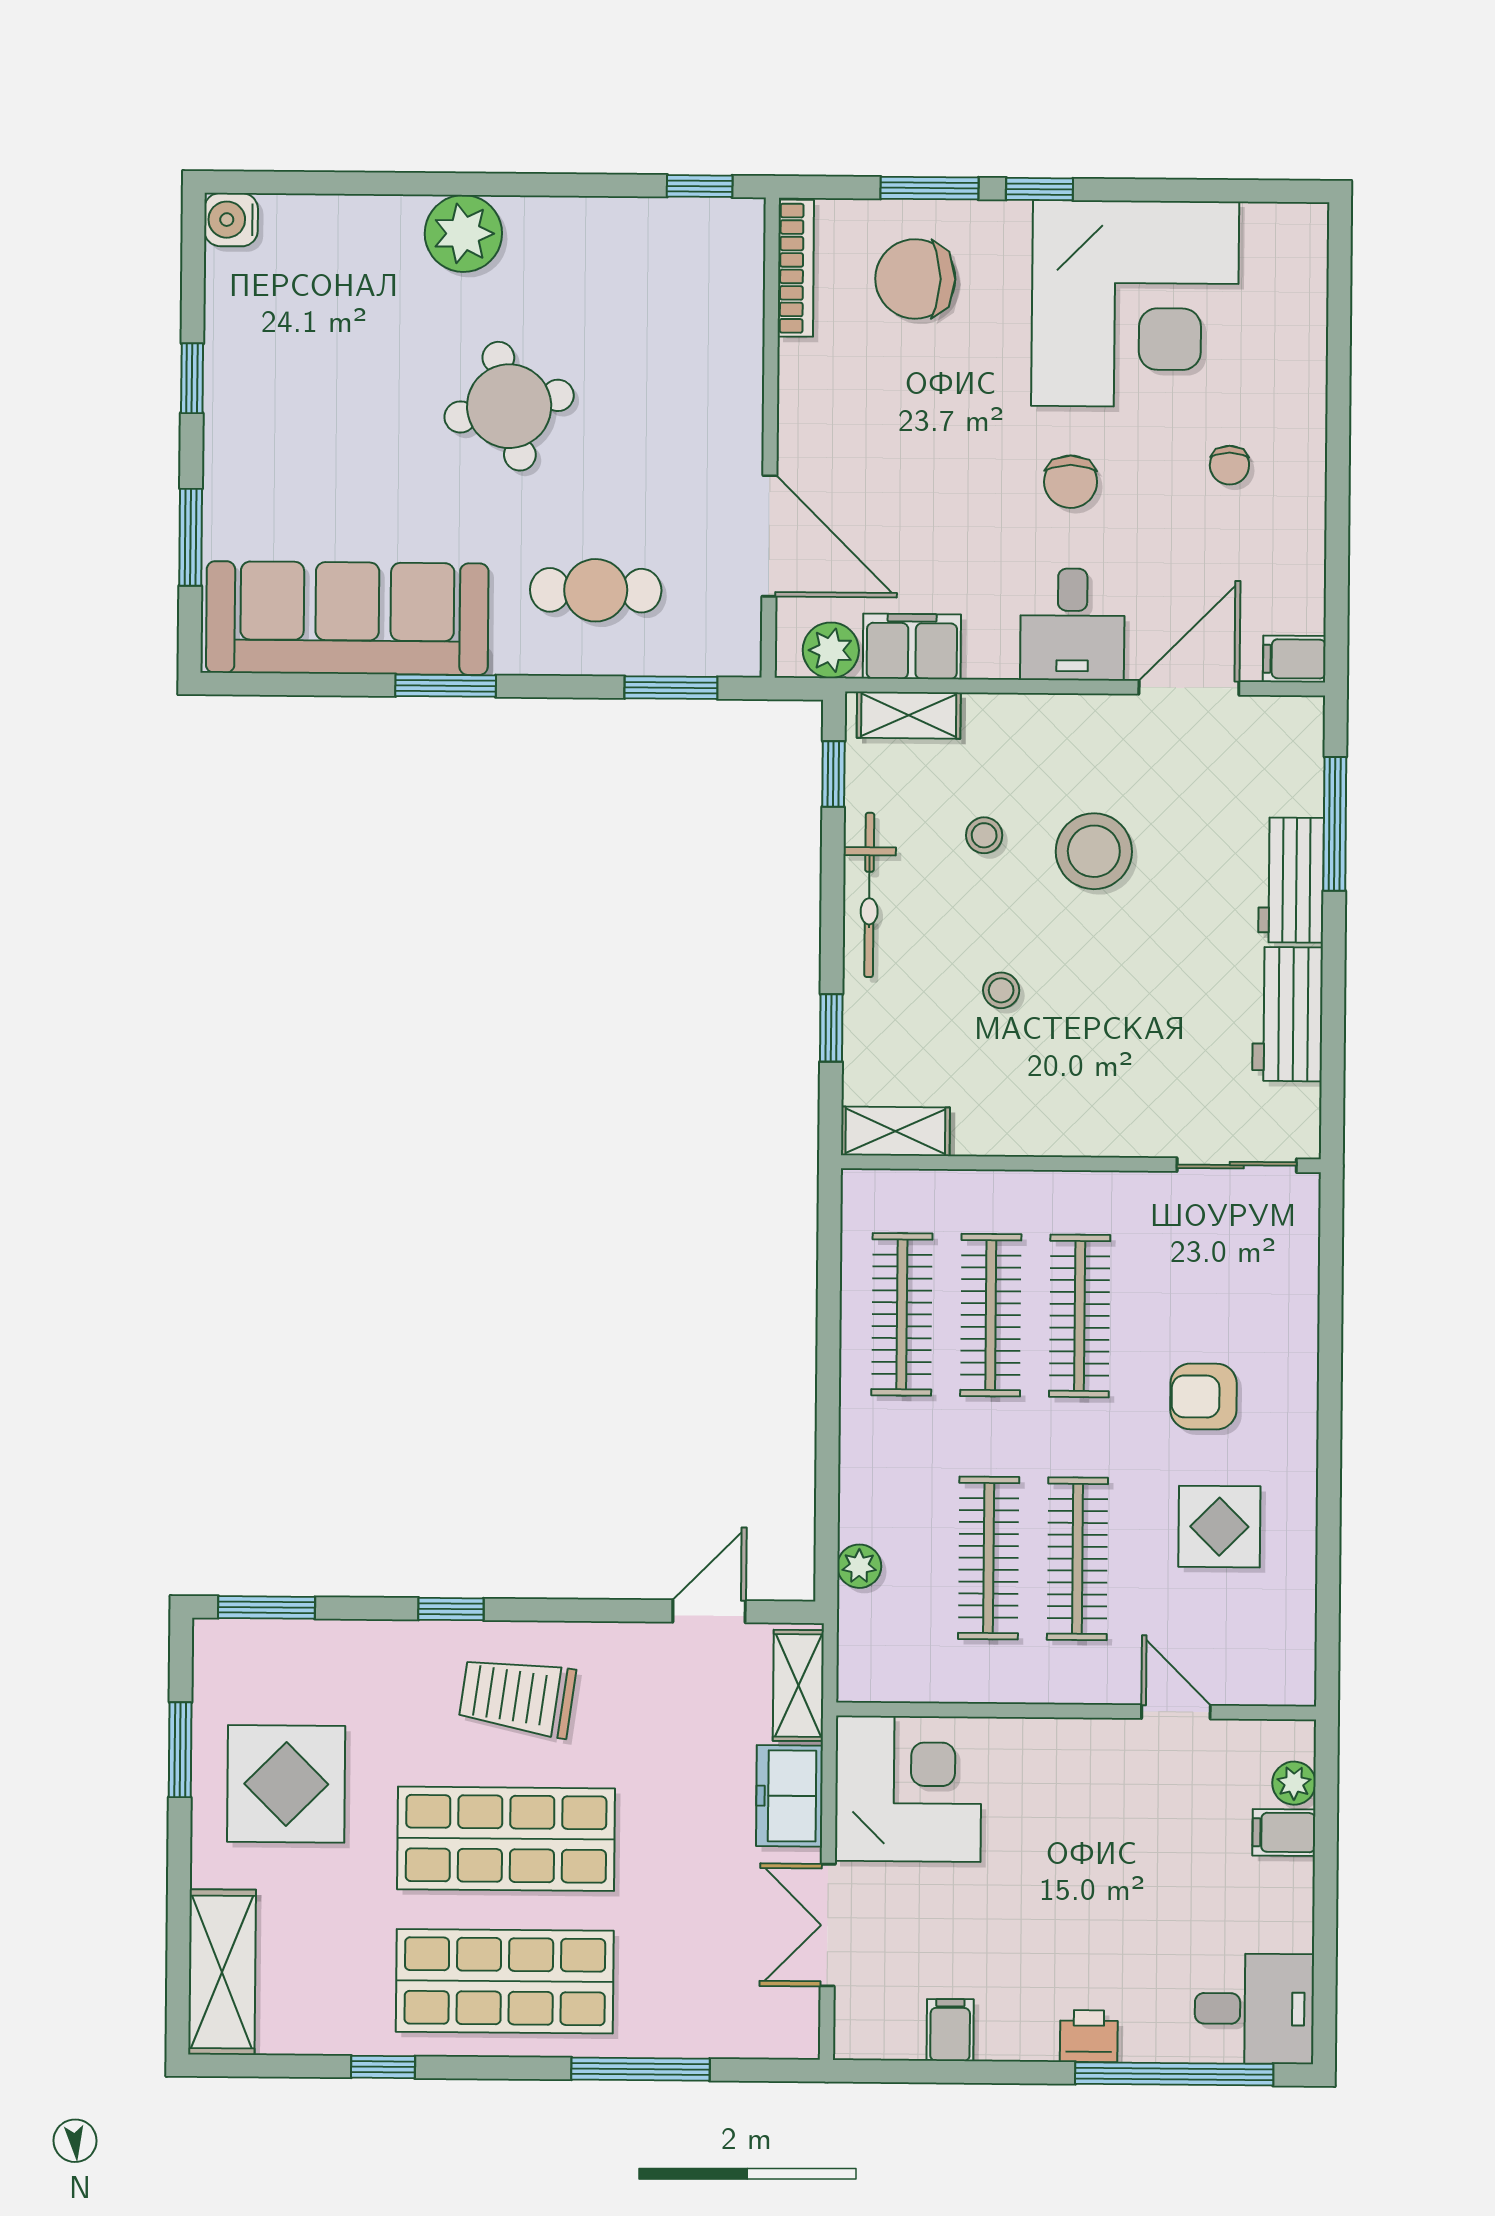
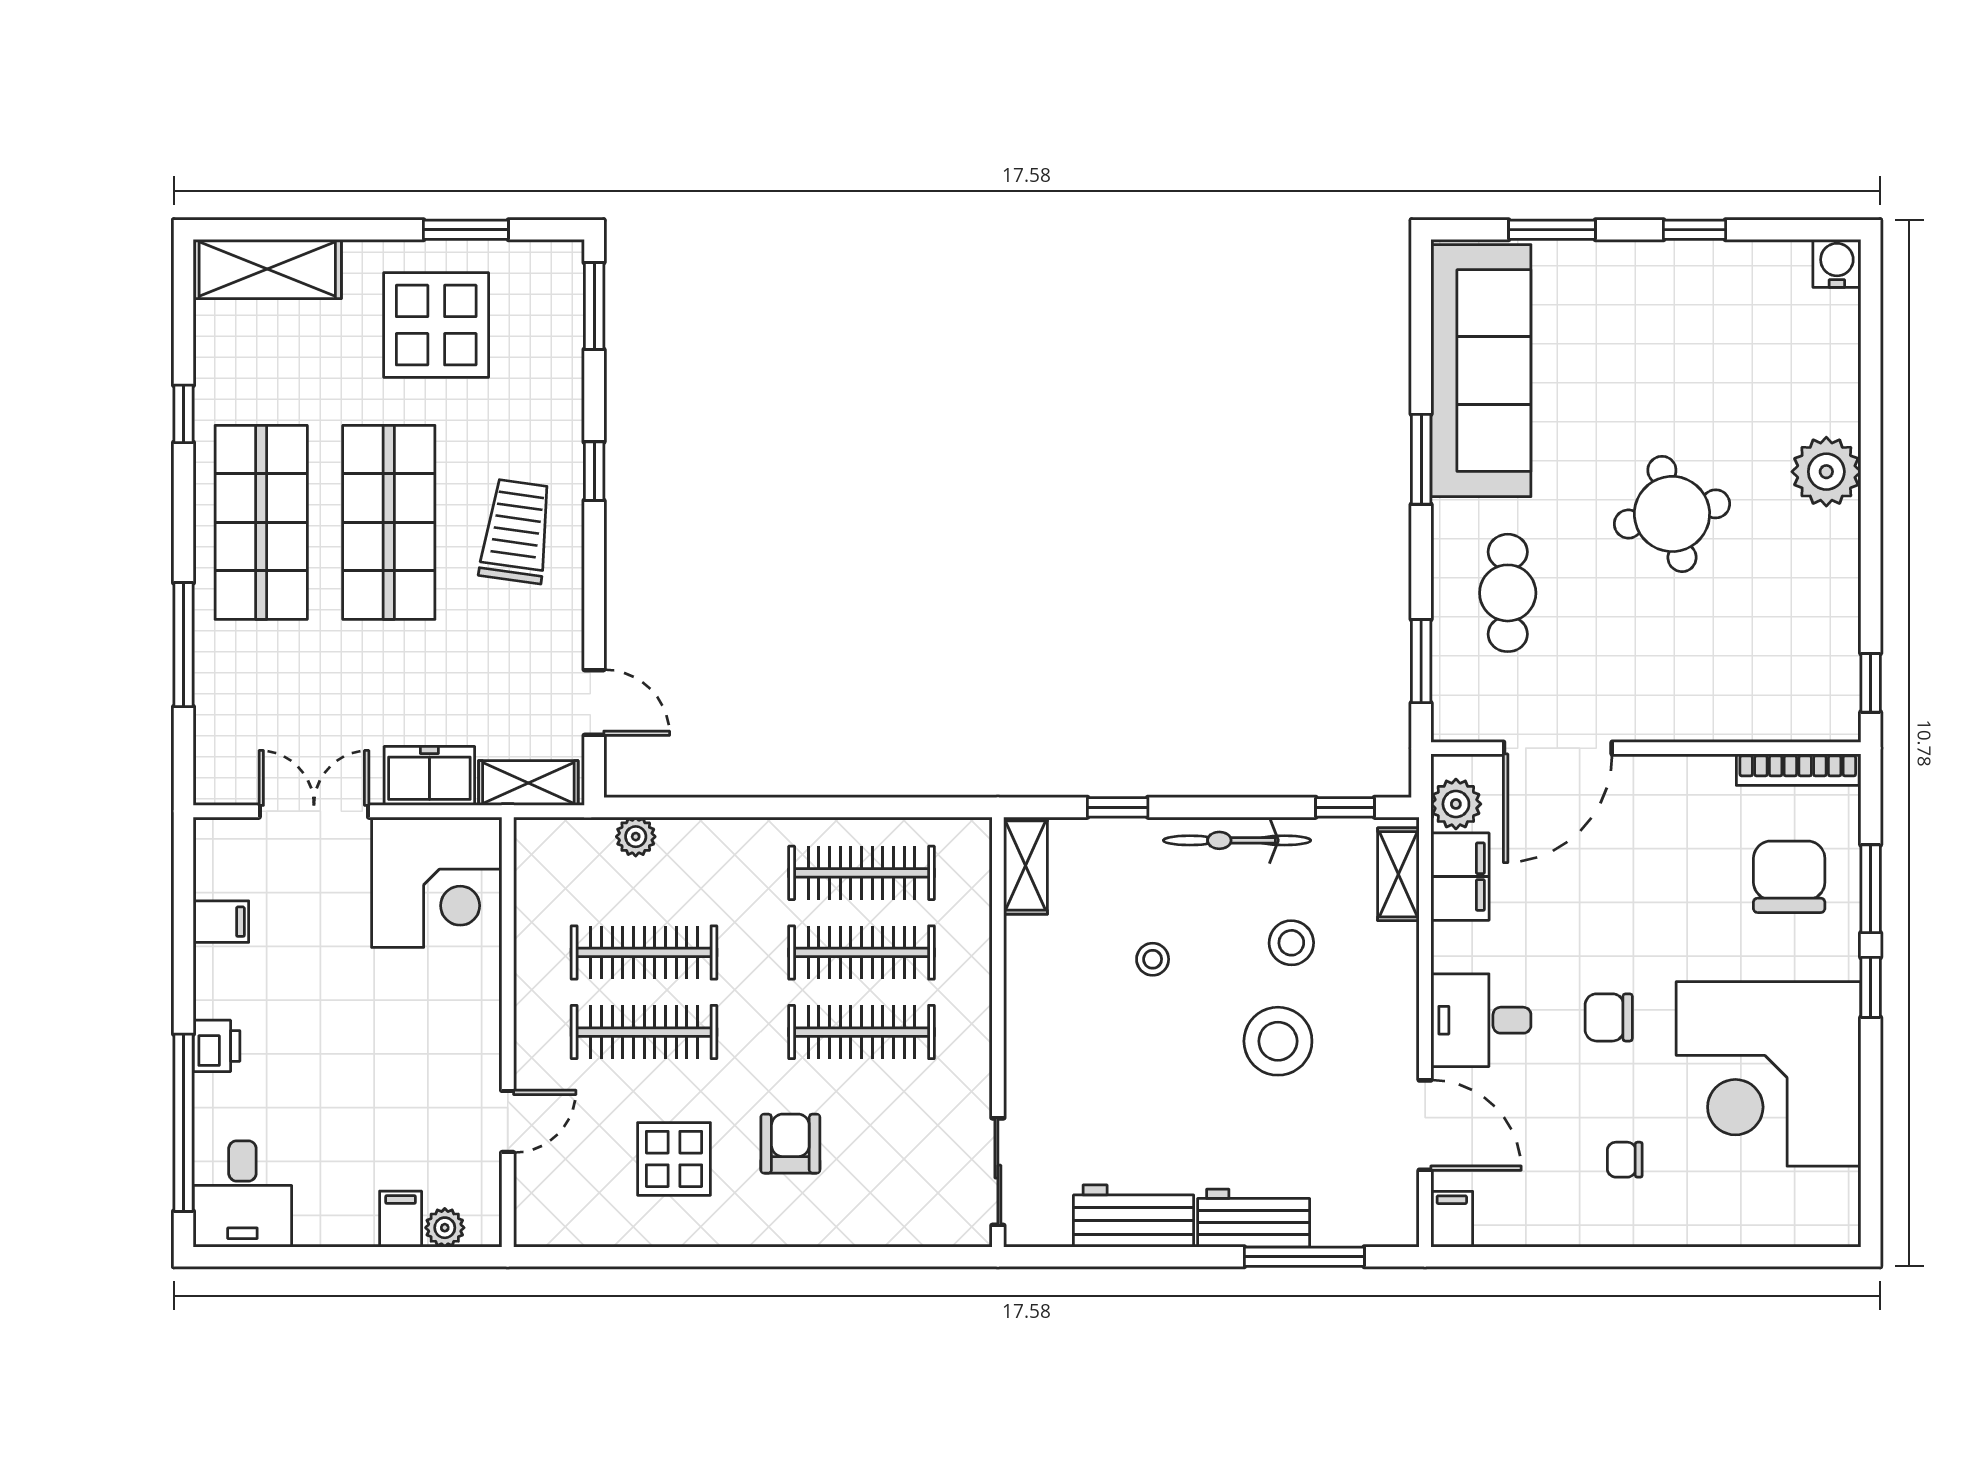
stool: (984, 835) -> (1291, 943), width x1.37, depth x1.37

